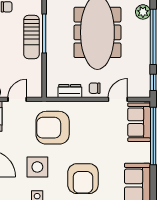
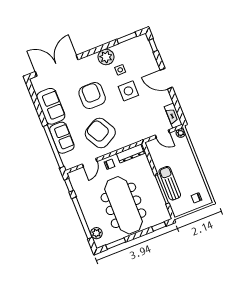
dresser: (70, 91) -> (130, 154), width x1.44
door: (17, 99) -> (162, 134), hinge flipped
sofa: (139, 122) -> (62, 138), moved
armchair: (53, 128) -> (100, 133), moved, turned -119

